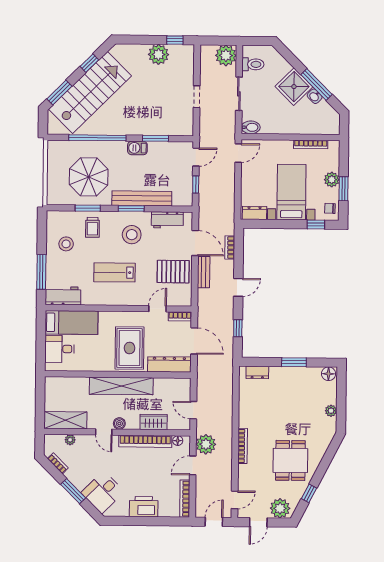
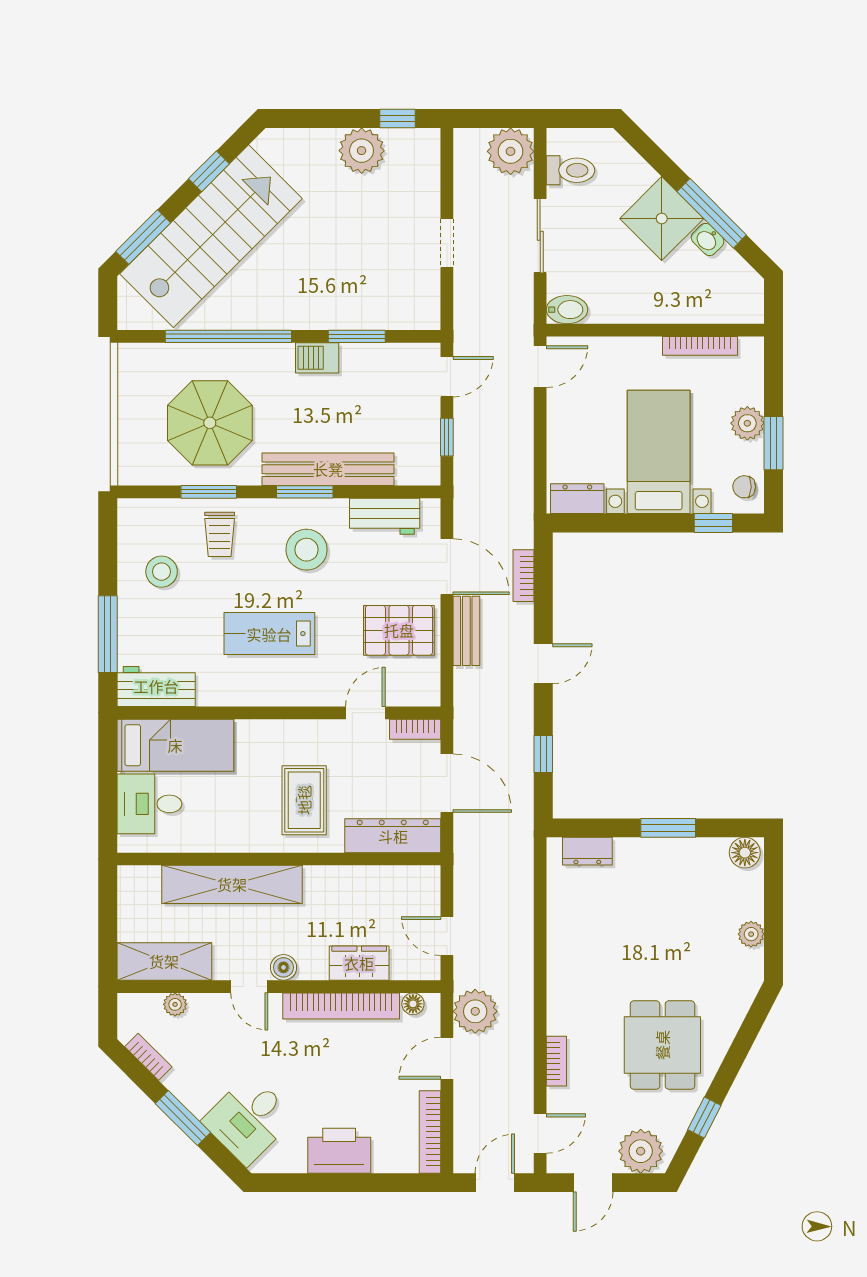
rug: (129, 348) -> (304, 800), width x0.73, depth x0.70
shelving: (121, 386) -> (232, 884), moved
bookcase: (243, 446) -> (556, 1061), moved, width x0.64

